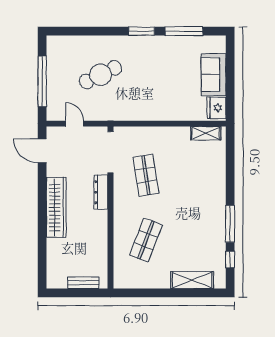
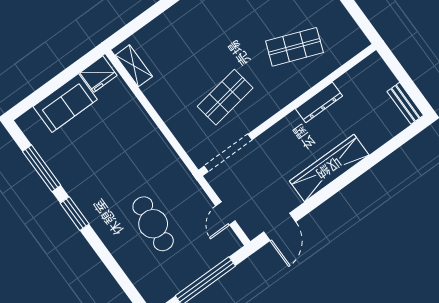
cafe table: (100, 75) -> (153, 224), turned 32
dresser: (101, 192) -> (319, 102), moved
bench: (83, 283) -> (405, 103), moved

